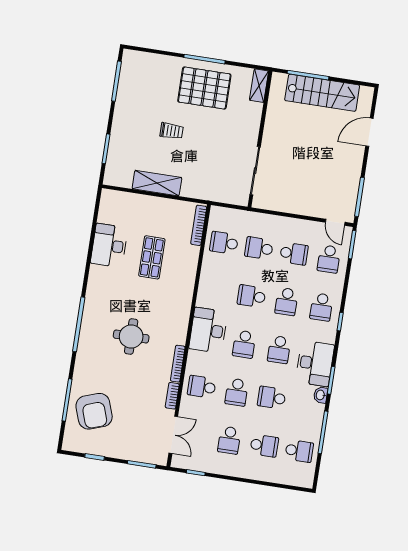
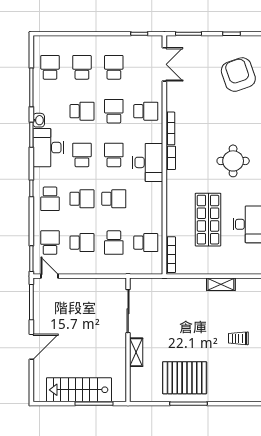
shelving: (259, 86) -> (136, 352), moved
trolley: (172, 131) -> (238, 338), moved
door: (369, 132) -> (31, 347), moved
shelving: (157, 183) -> (221, 284), width x0.67, depth x0.75
school desk: (259, 248) -> (114, 243), turned 90
school desk: (294, 254) -> (82, 243), turned 180
shop shelf: (152, 257) -> (208, 220), width x1.43, depth x1.36
school desk: (286, 302) -> (82, 199), turned 90
school desk: (321, 307) -> (50, 199), turned 180
round table: (131, 336) -> (233, 161), moved
bookcase: (172, 396) -> (171, 158), moved
double door: (173, 435) -> (164, 64), swing flipped
school desk: (264, 446) -> (82, 67), turned 90
school desk: (299, 451) -> (50, 67), turned 90

